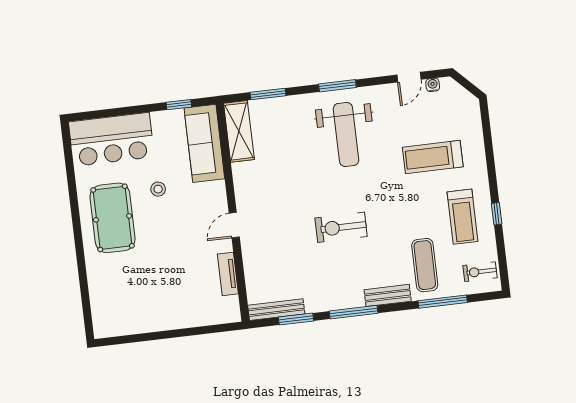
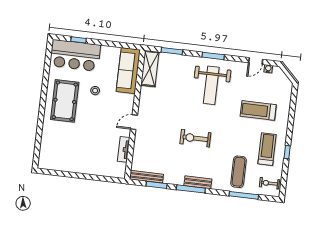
window: (179, 105) -> (79, 40), moved
treadmill: (463, 217) -> (267, 149), turned 180
bench: (388, 295) -> (198, 182), moved

